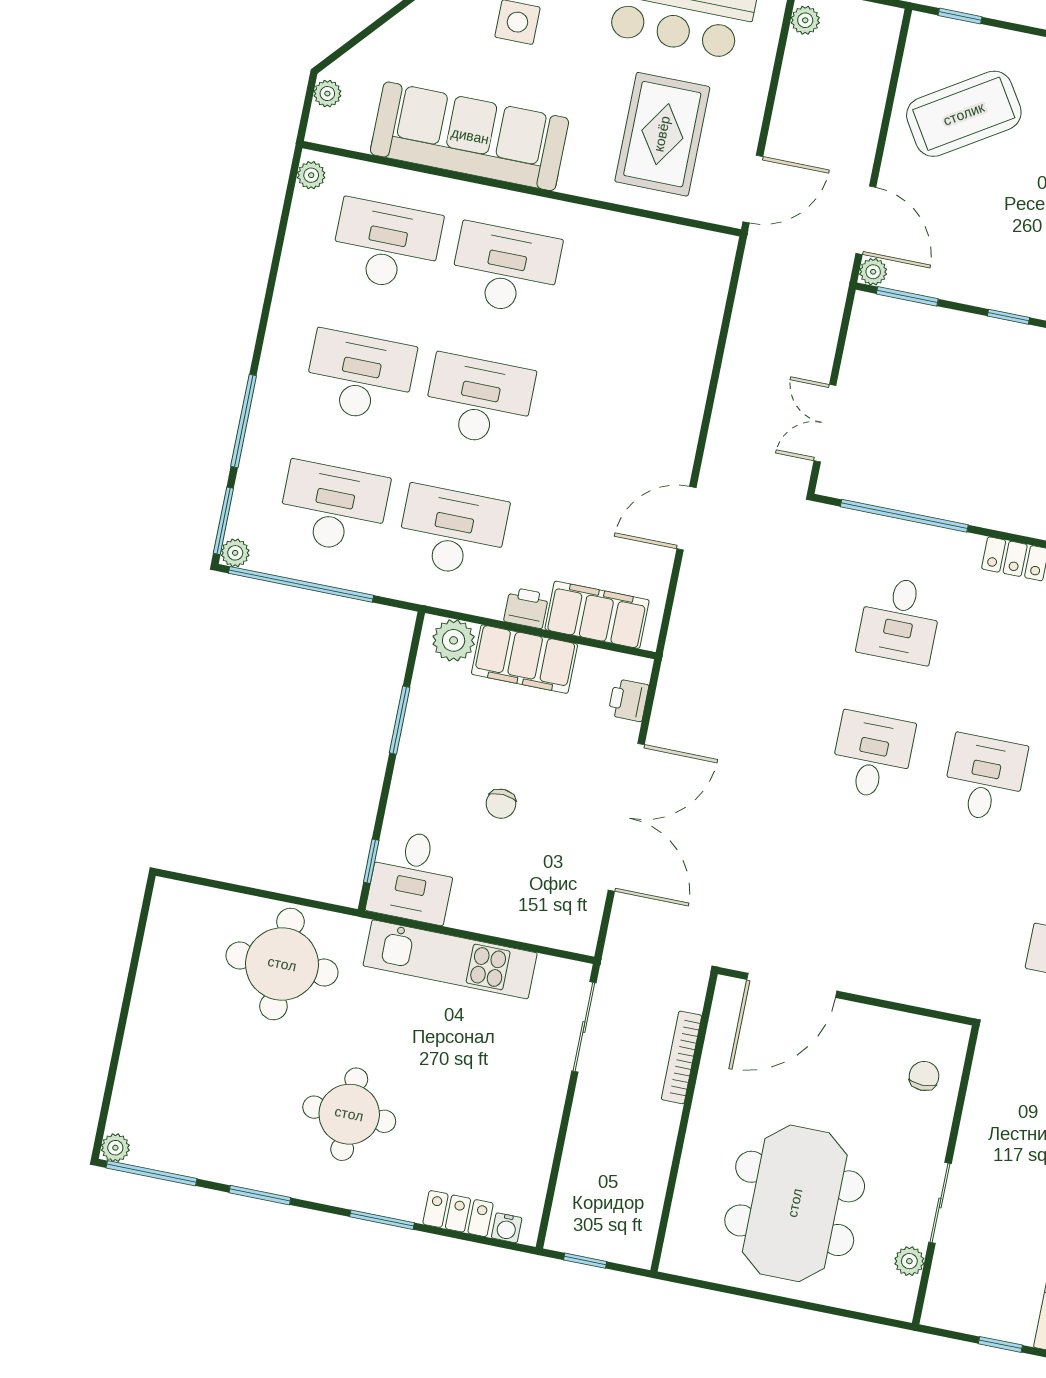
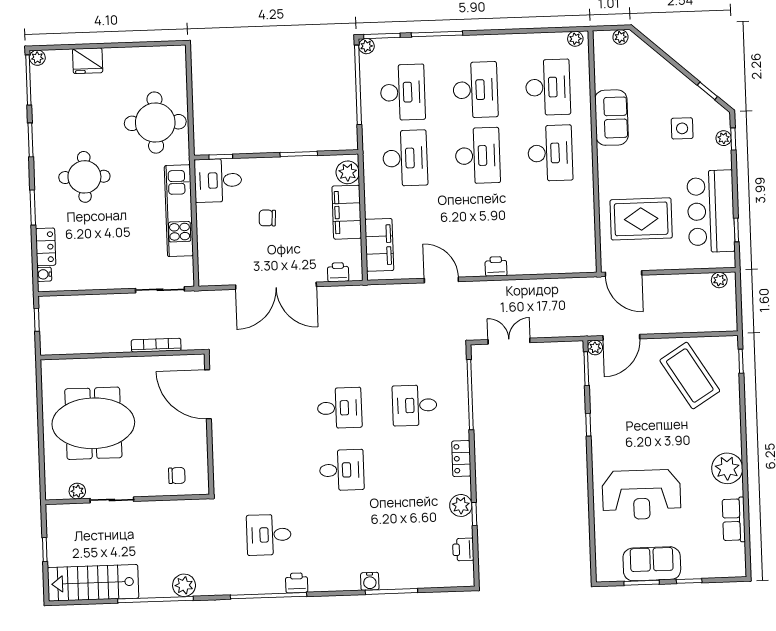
sofa: (470, 136) -> (611, 118), width x0.54, depth x0.79
printer: (526, 608) -> (496, 266), moved, turned -90
fridge: (142, 1059) -> (88, 61), added

